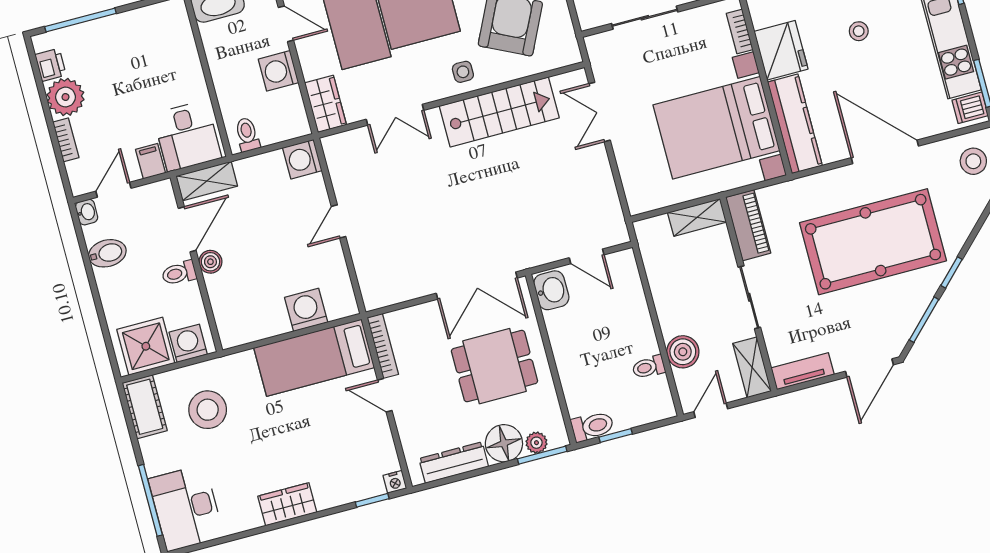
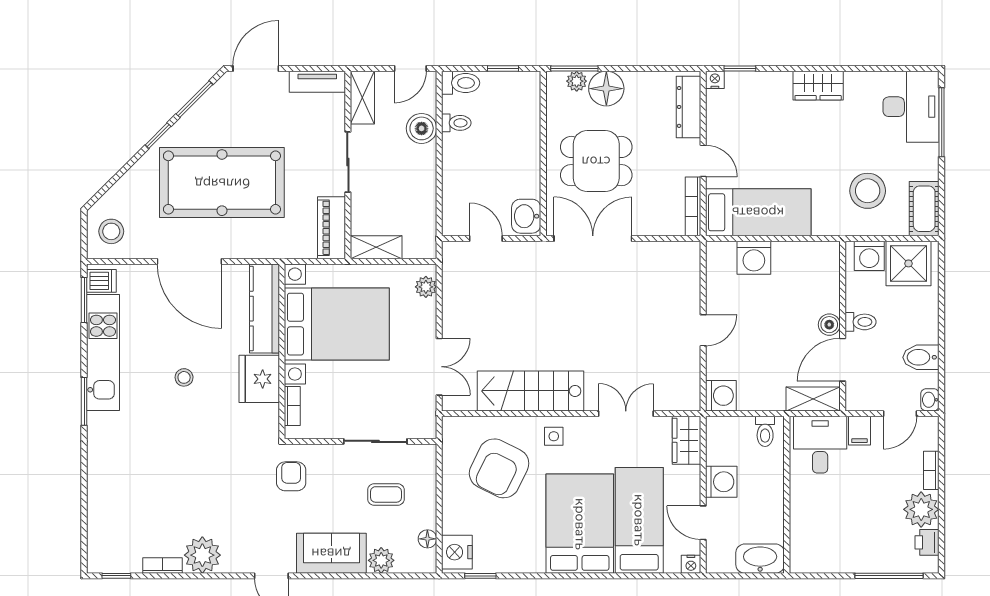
plant: (635, 190) -> (426, 287), added
toilet: (592, 426) -> (461, 83), moved, turned 180
dresser: (454, 463) -> (688, 107), moved, turned 90

